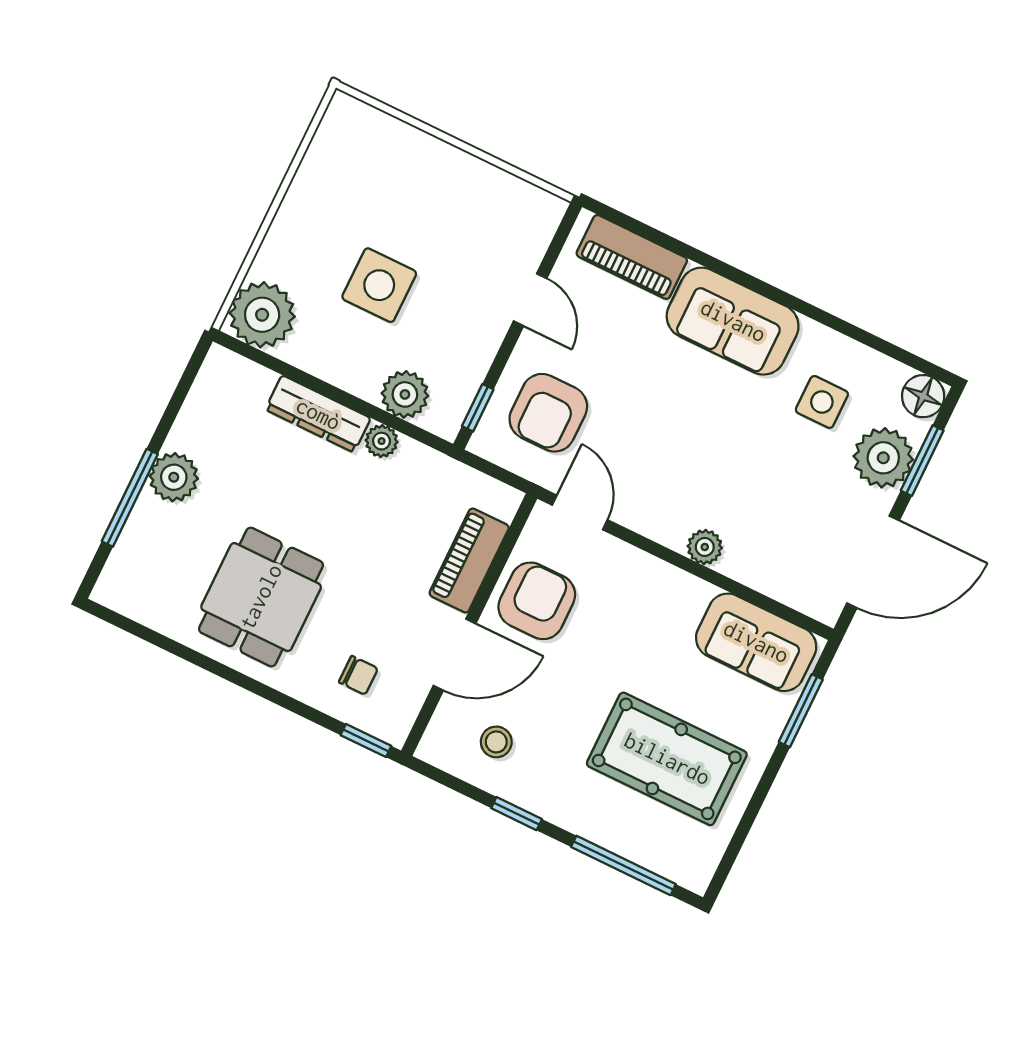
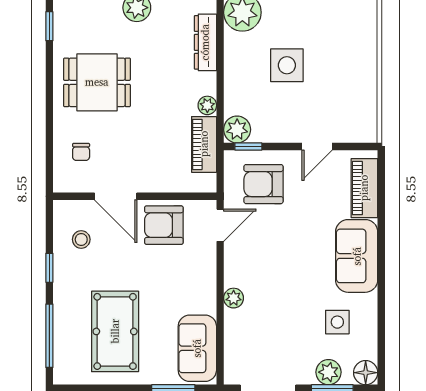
plant: (405, 394) -> (237, 130), moved
dresser: (318, 414) -> (205, 42), moved
plant: (883, 458) -> (329, 372), width x0.73, depth x0.73
piano: (469, 561) -> (204, 144), moved, turned -90
armchair: (537, 601) -> (164, 225), turned 180
window: (366, 740) -> (49, 26), moved

